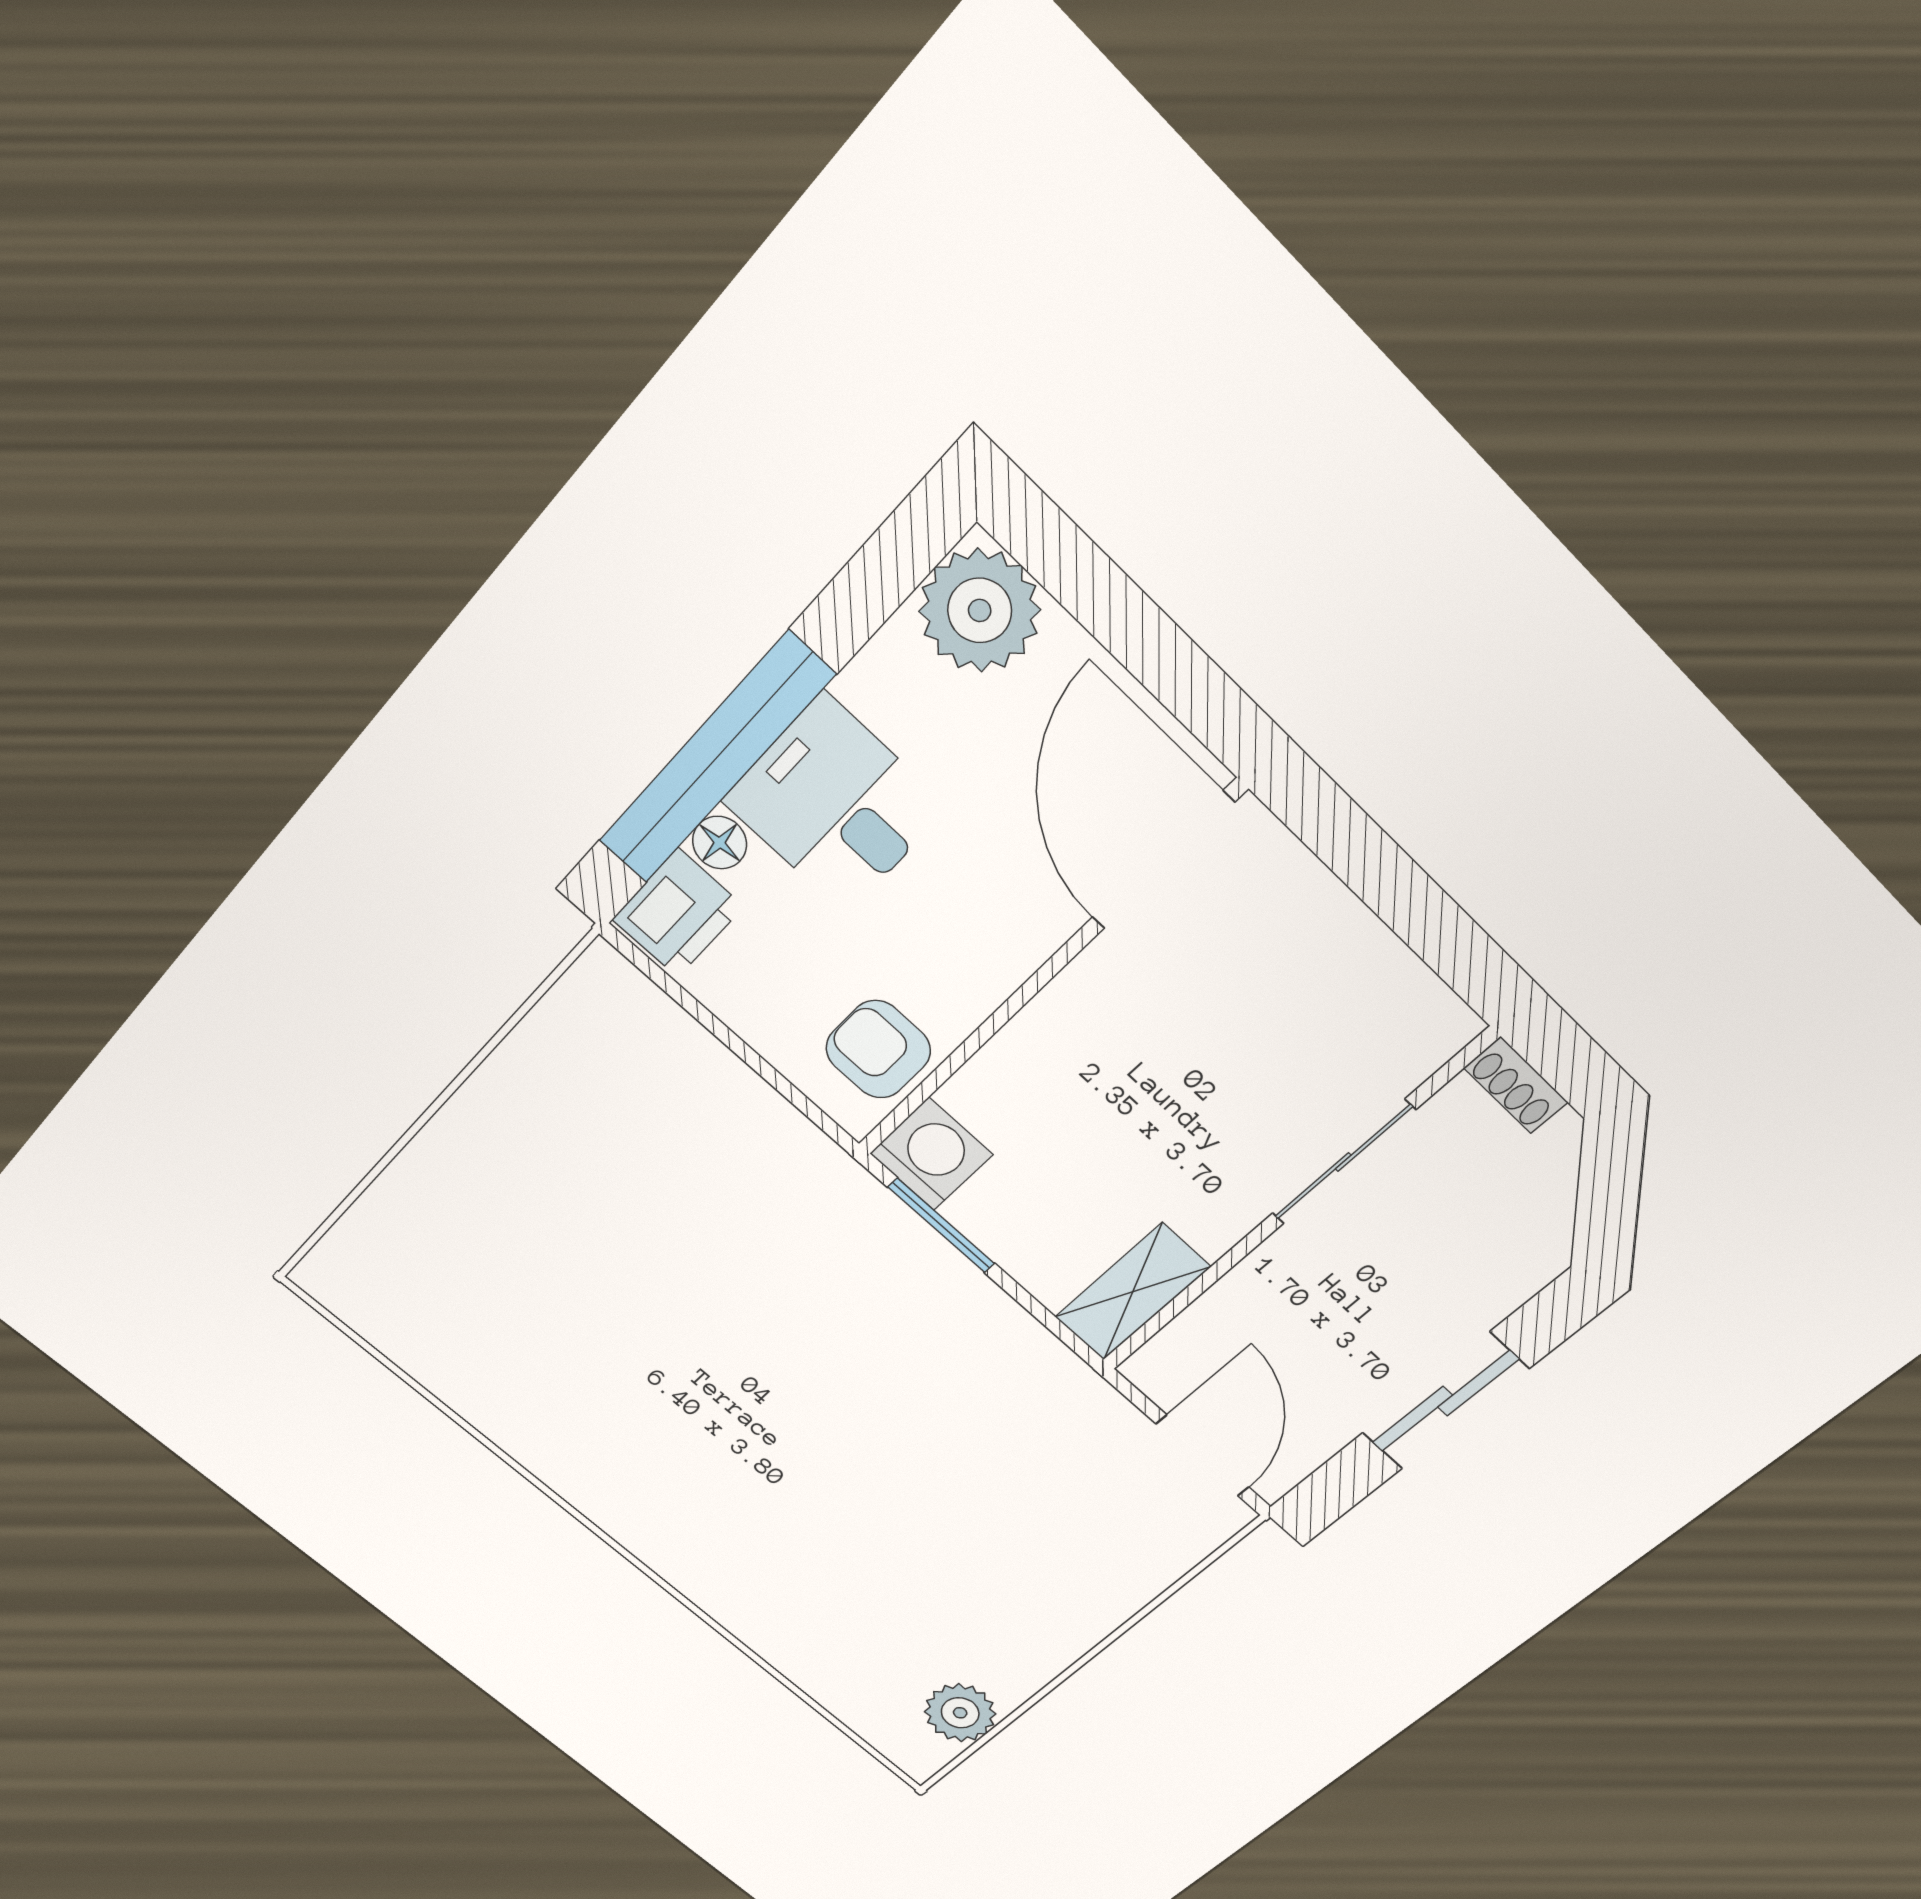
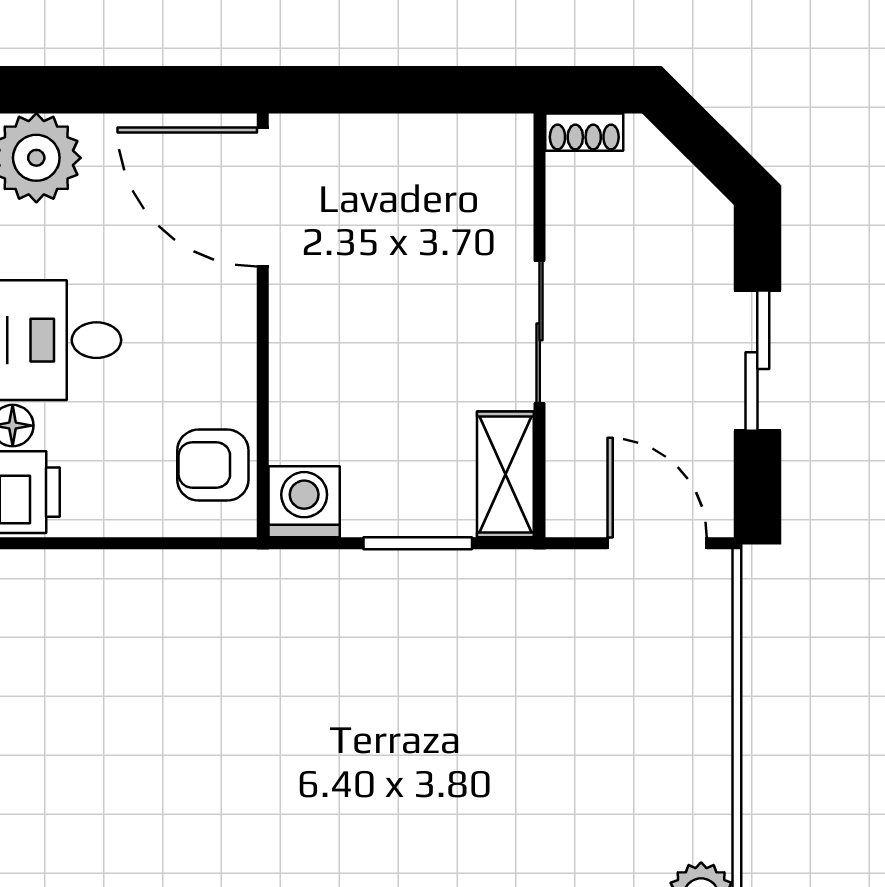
sliding door: (1343, 1162) -> (540, 332), moved
window: (941, 1225) -> (418, 543), moved

